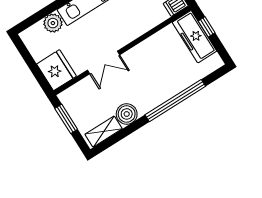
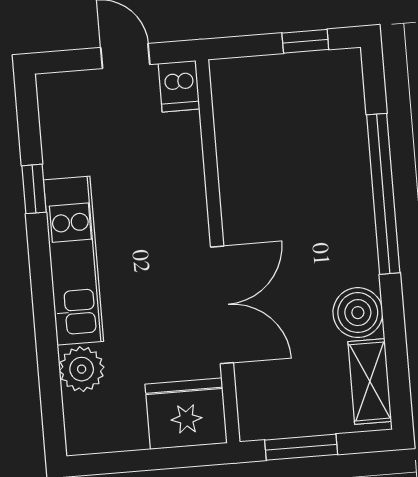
window: (207, 27) -> (305, 41), moved
freezer: (195, 37) -> (268, 82), removed
double door: (103, 62) -> (222, 305), width x1.37

